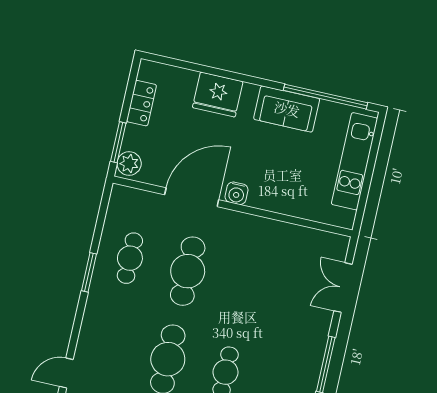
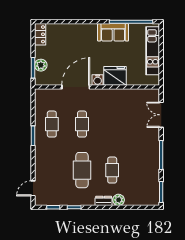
fridge: (218, 94) -> (115, 76), moved, turned 180
locker: (141, 103) -> (40, 34), moved
plant: (129, 164) -> (41, 65), moved
cafe table: (188, 271) -> (82, 124), width x0.73, depth x0.74

